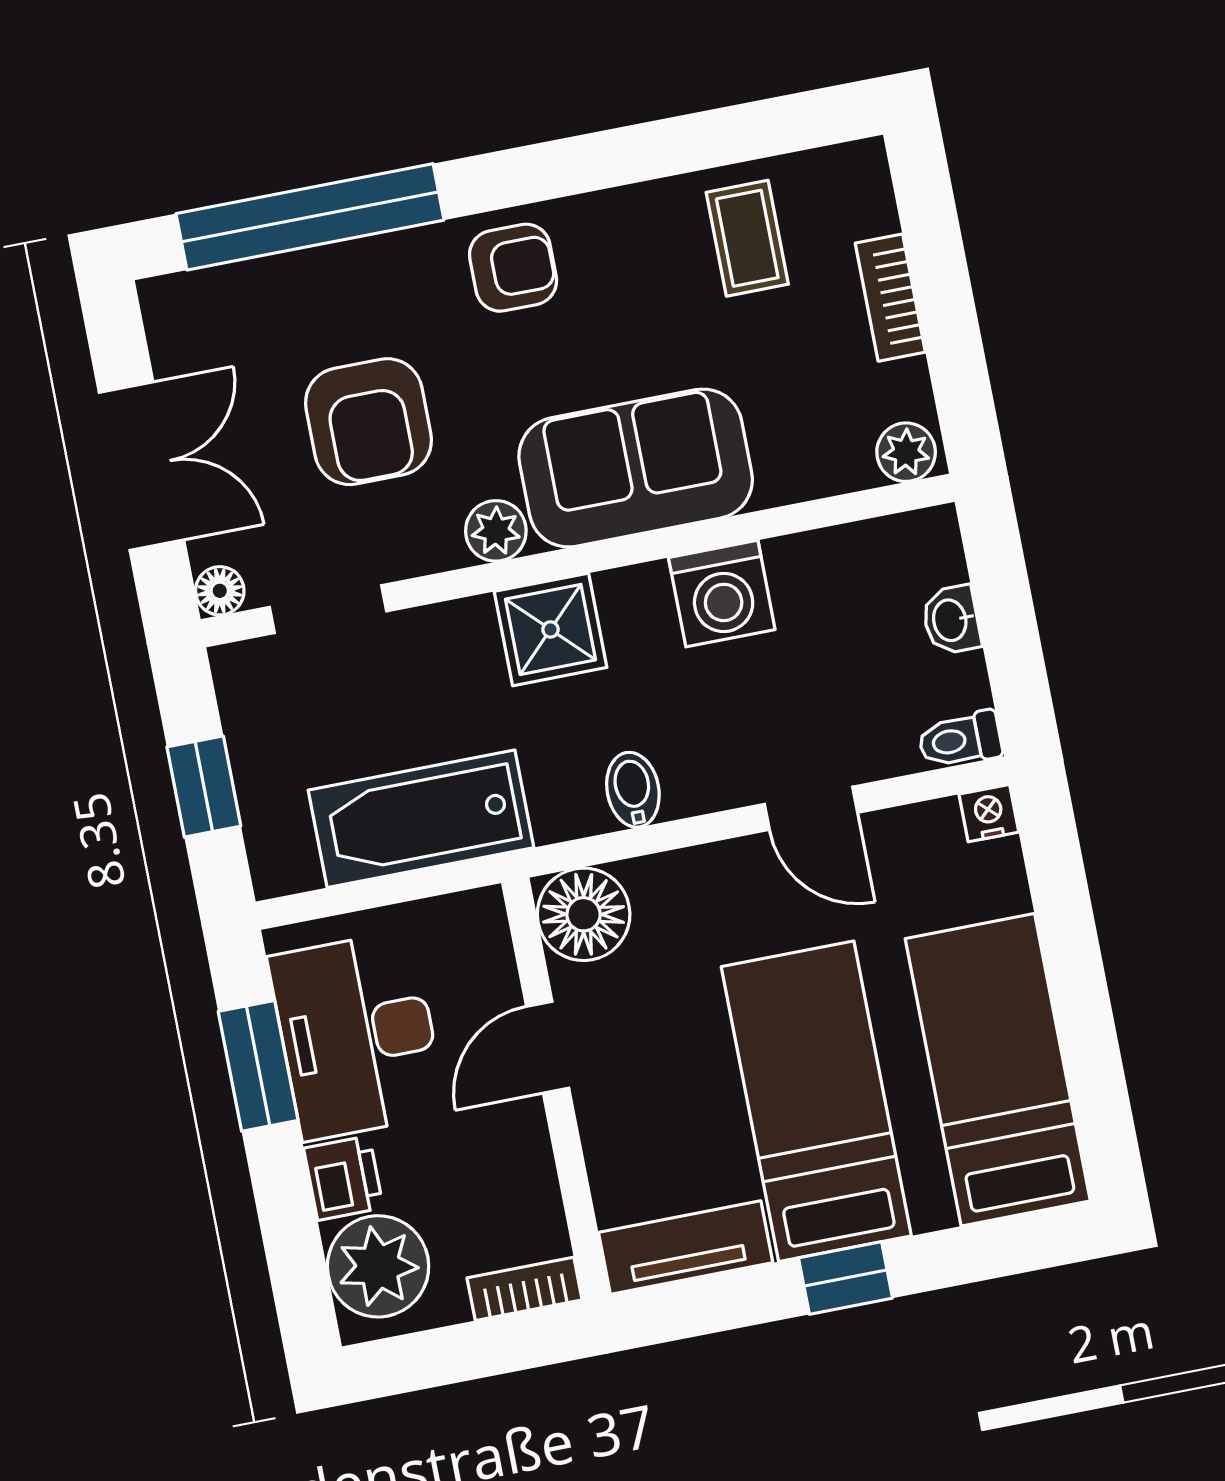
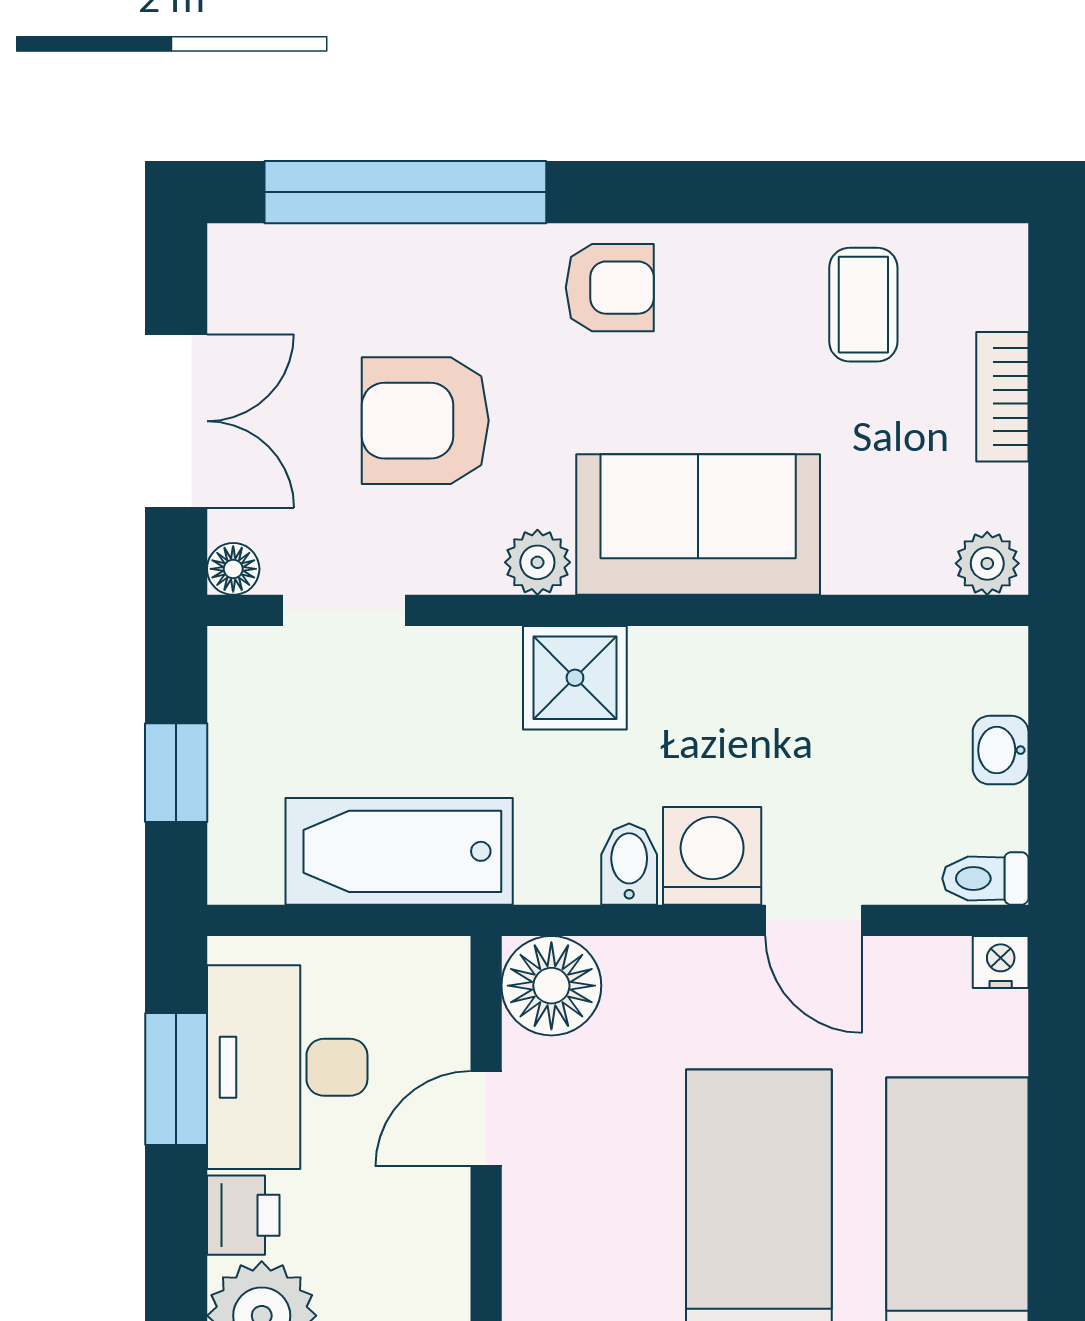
armchair: (368, 422) -> (425, 421), turned 90
washing machine: (722, 594) -> (712, 856), moved, turned 180

